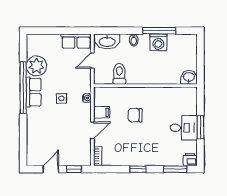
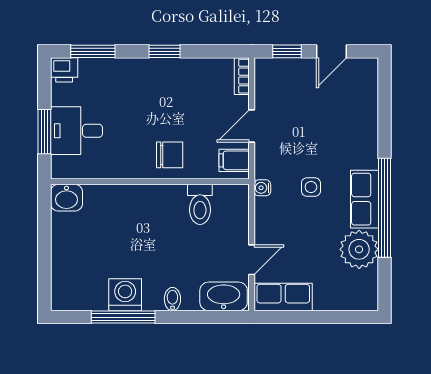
toilet: (119, 74) -> (200, 204), moved
washbasin: (189, 77) -> (67, 198), moved
wall: (145, 86) -> (150, 182), moved

